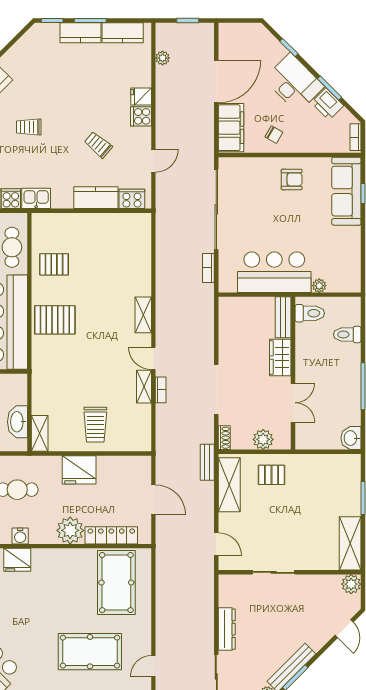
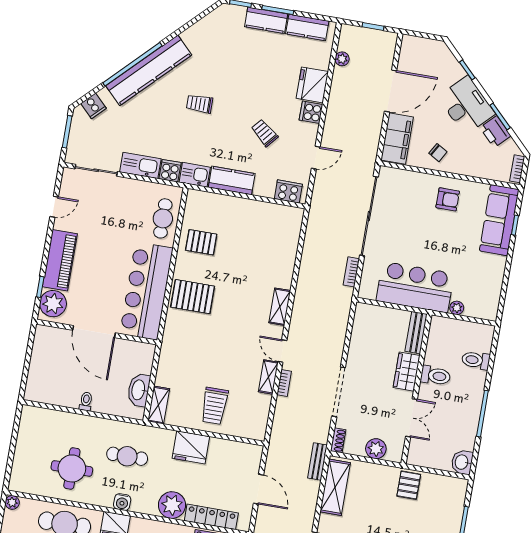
fridge: (141, 97) -> (312, 85), width x1.88, depth x1.34
kitchen counter: (96, 198) -> (232, 180), moved
toilet: (310, 313) -> (435, 376), moved
pallet: (271, 475) -> (409, 485), moved, turned 90

